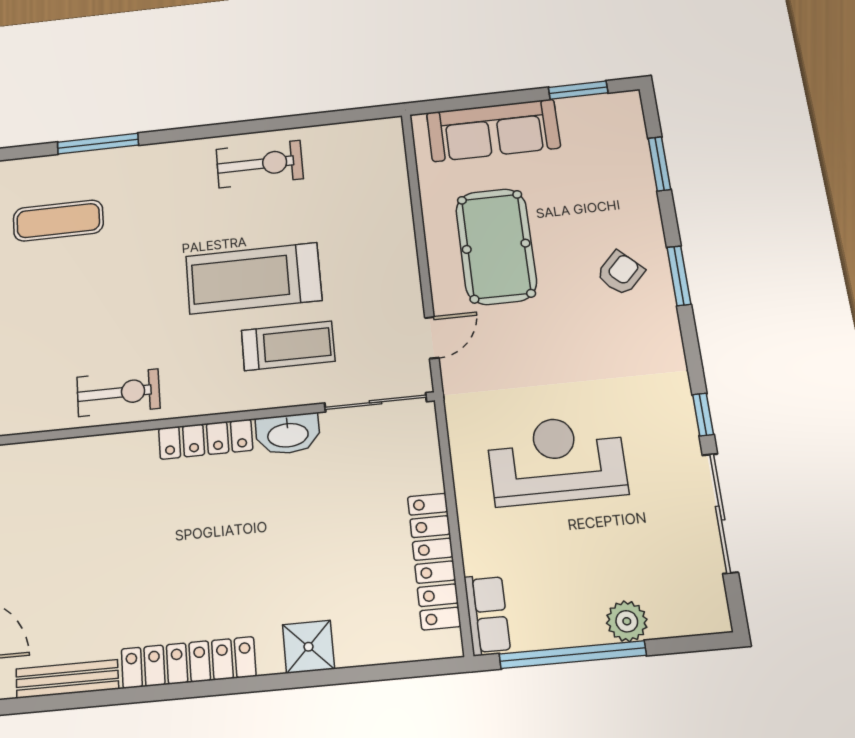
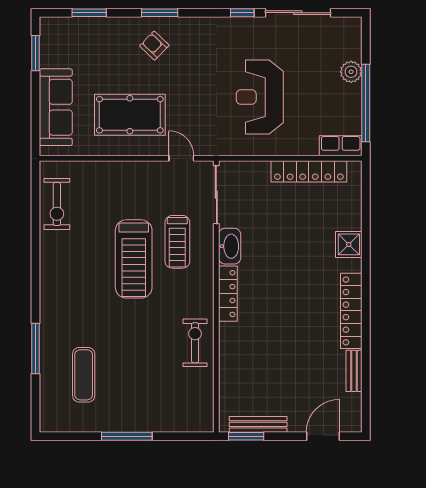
exercise bike: (260, 164) -> (57, 204), moved, turned 180
treadmill: (288, 346) -> (177, 242), turned 180
bench: (67, 679) -> (354, 371), width x0.73

